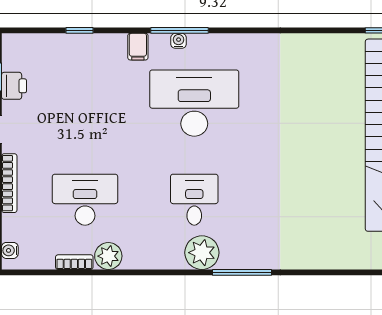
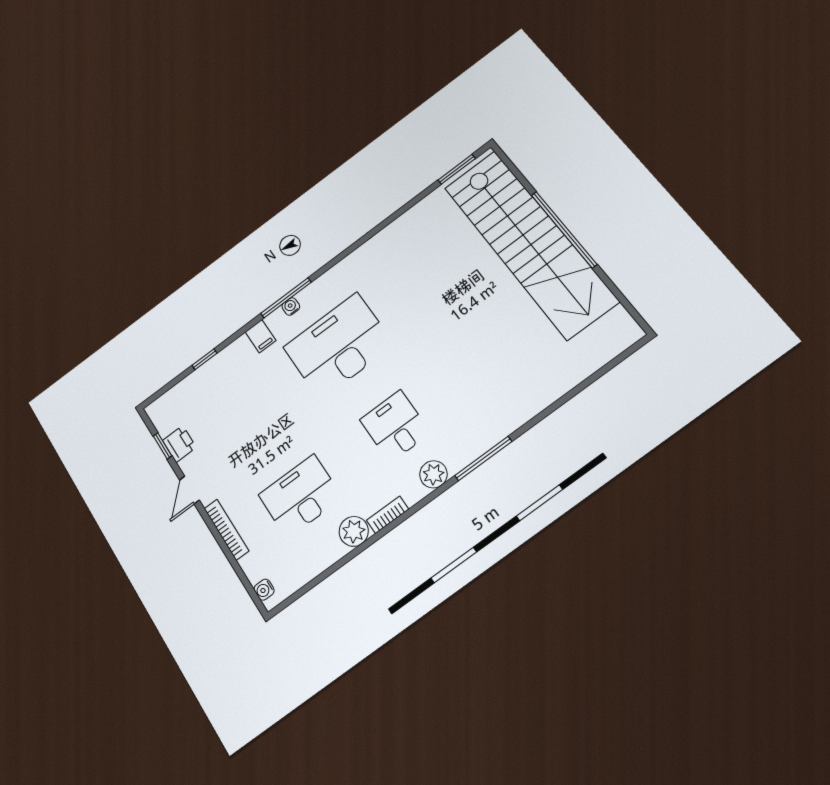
plant: (202, 253) -> (433, 474), width x0.73, depth x0.73
bookcase: (74, 262) -> (388, 515), moved

